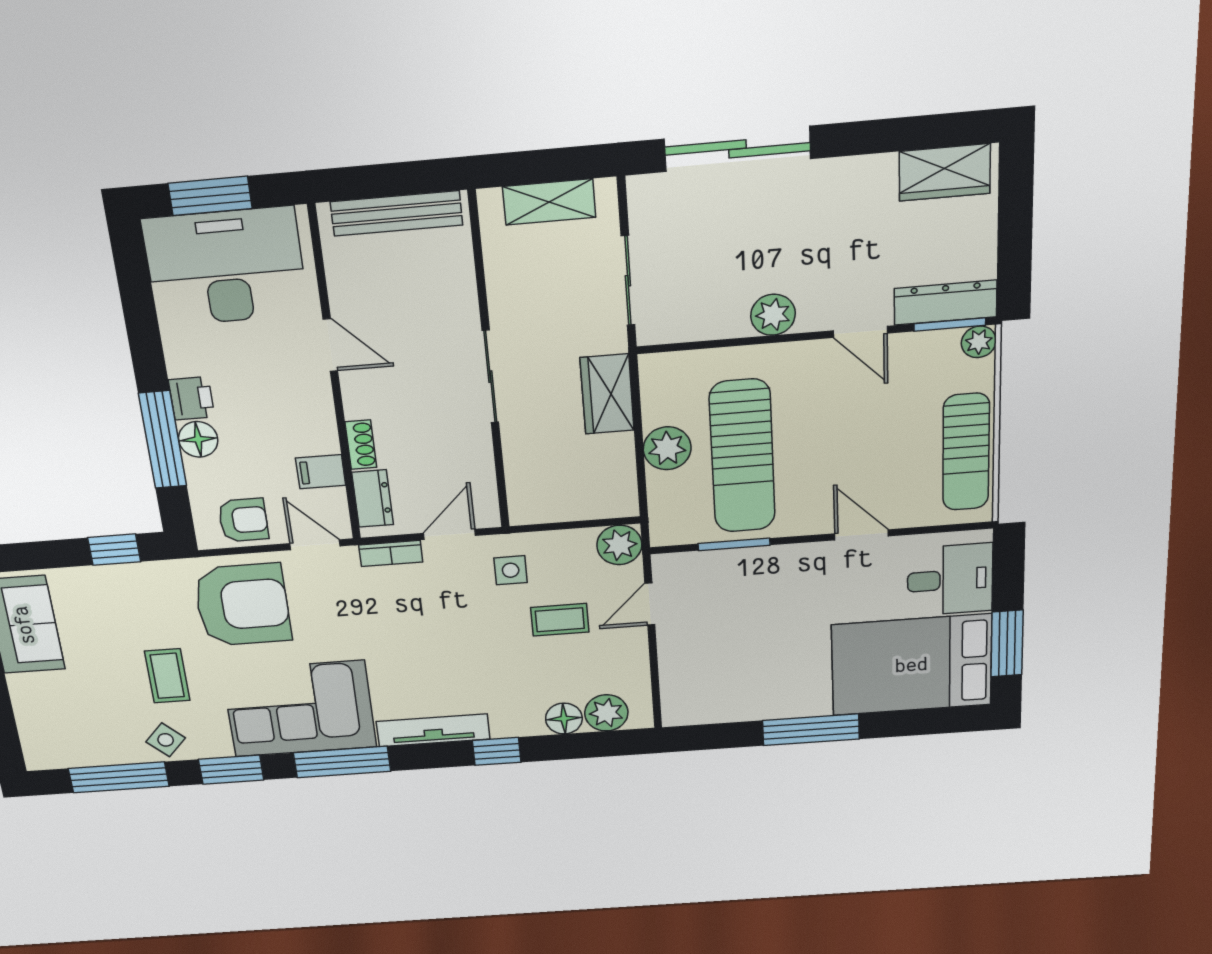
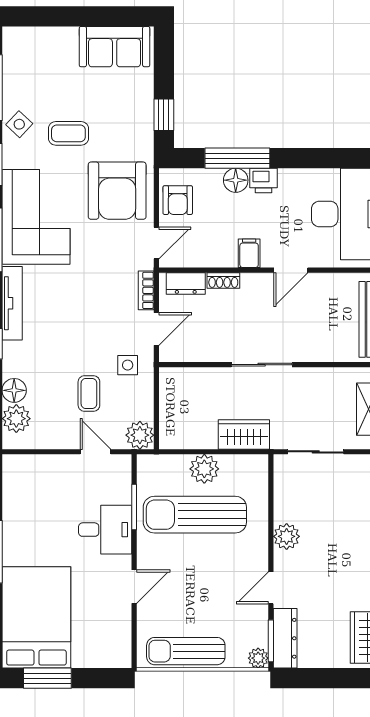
filing cabinet: (321, 472) -> (249, 253), moved
door: (450, 534) -> (156, 329), hinge flipped
desk: (950, 580) -> (105, 530), moved, turned -90

